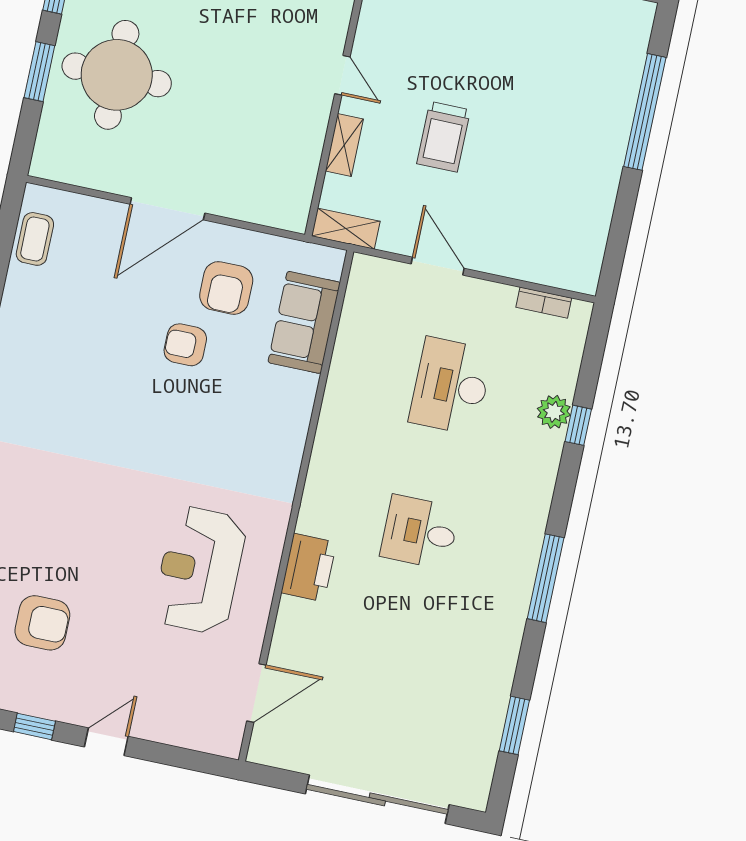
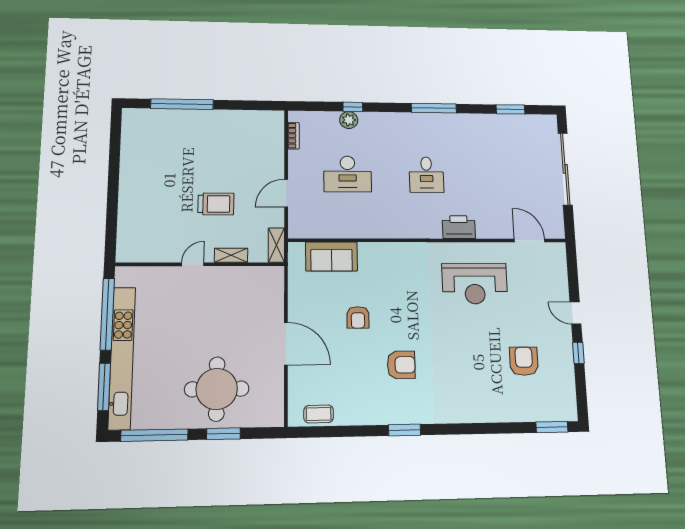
armchair: (226, 288) -> (401, 365), moved

